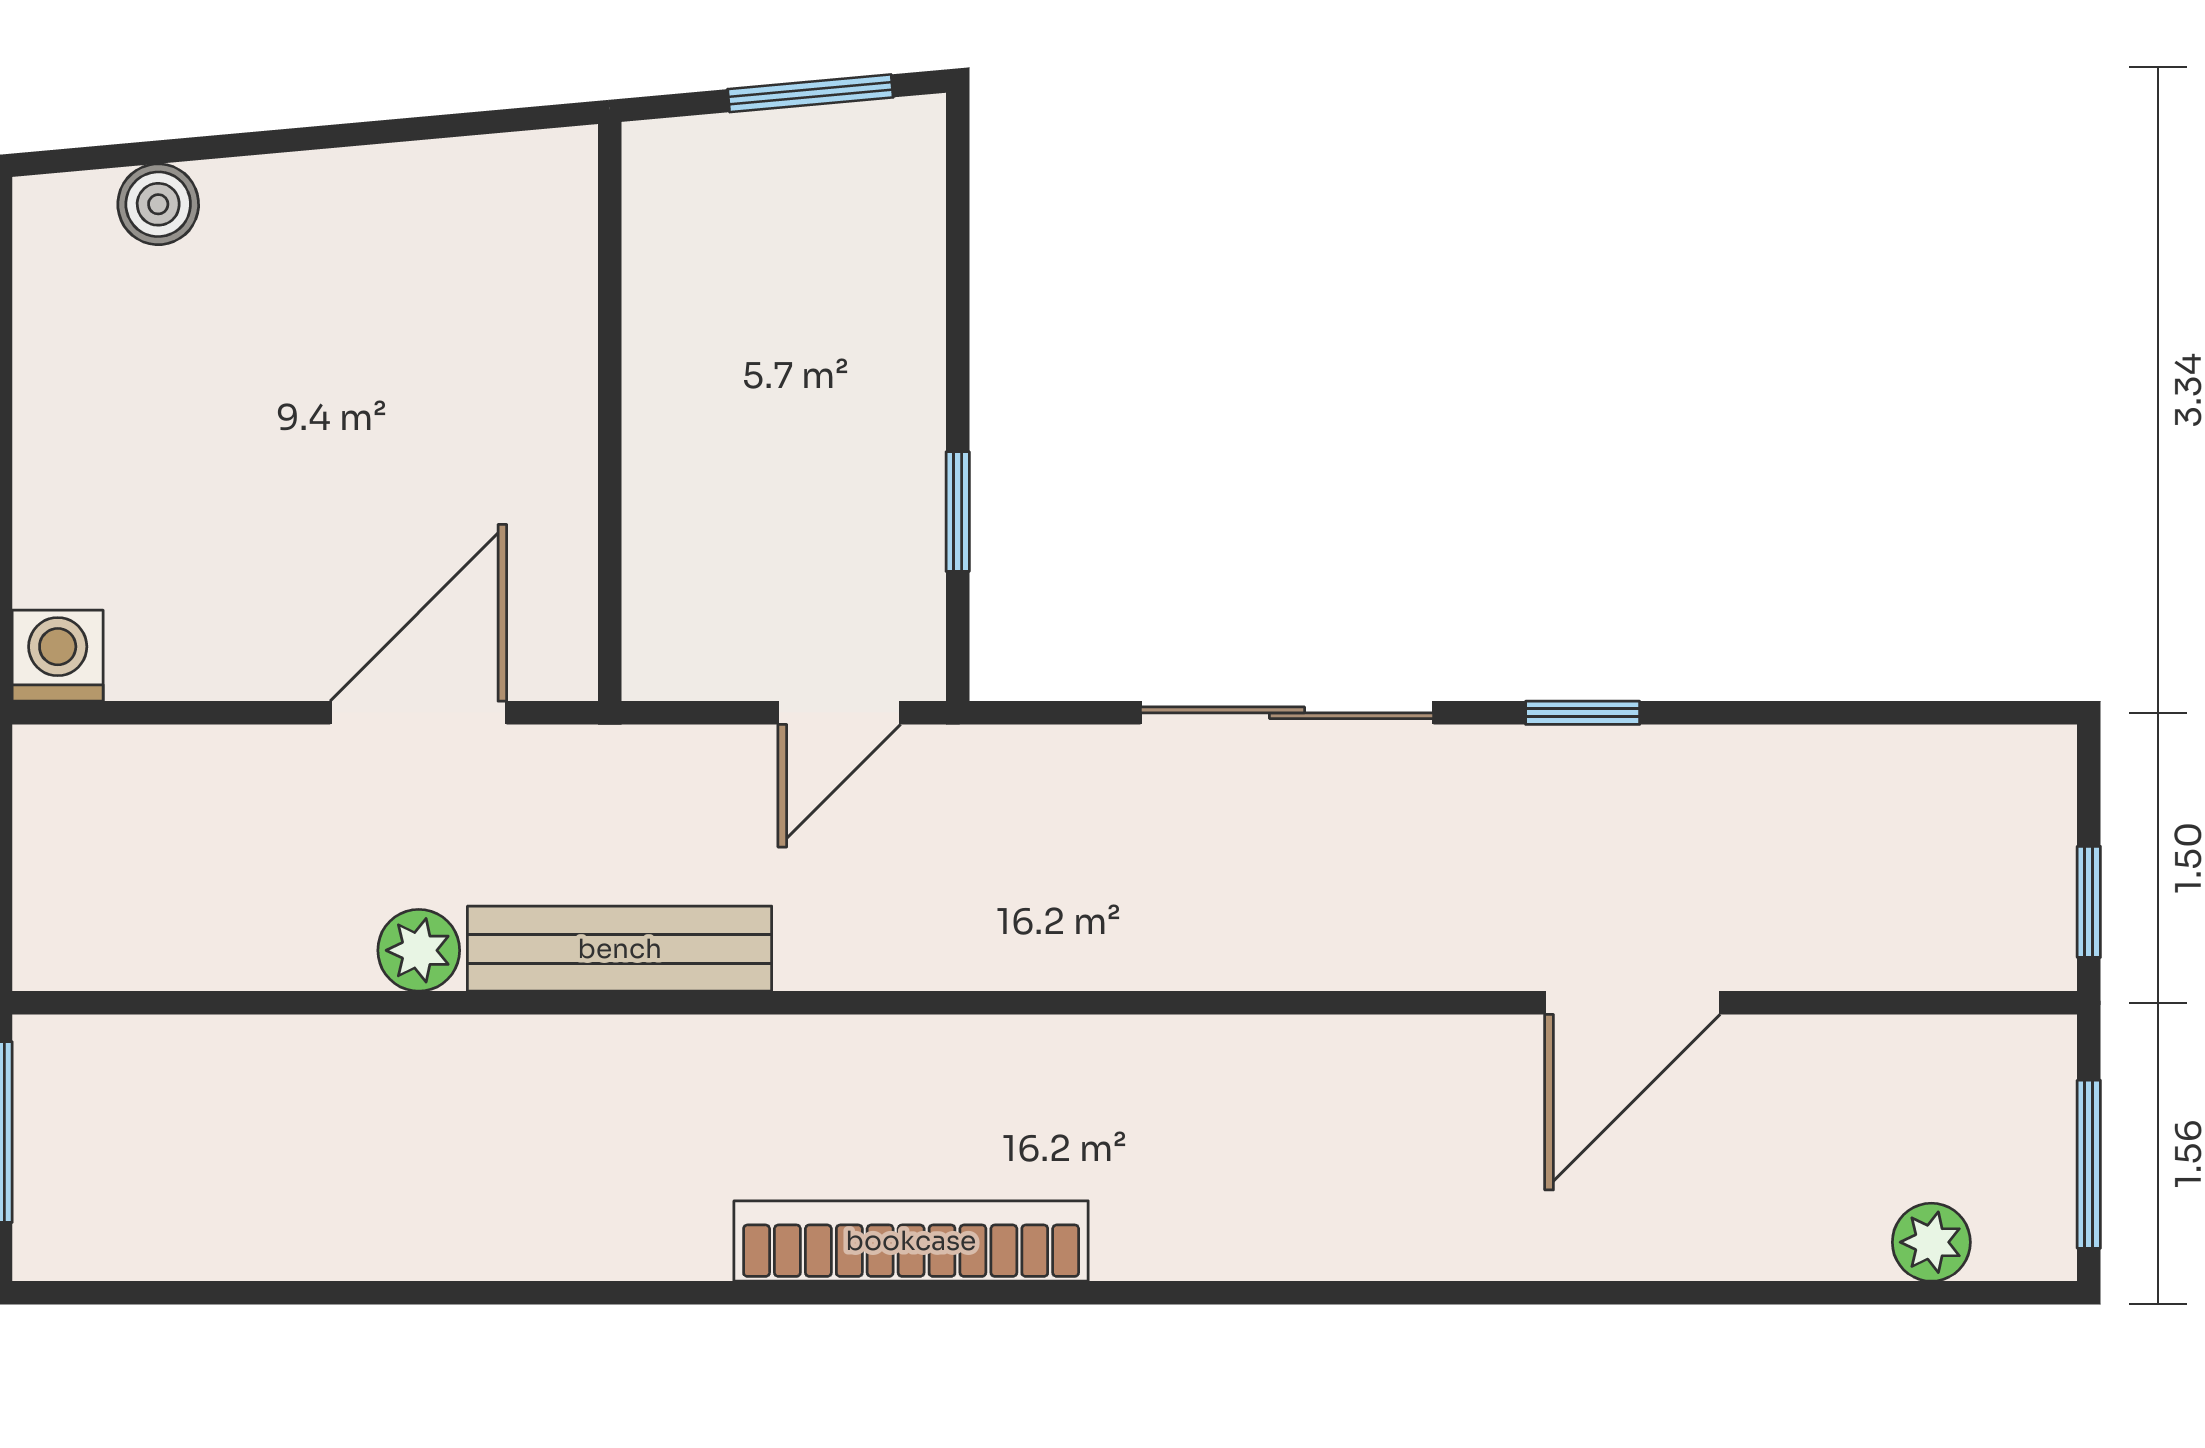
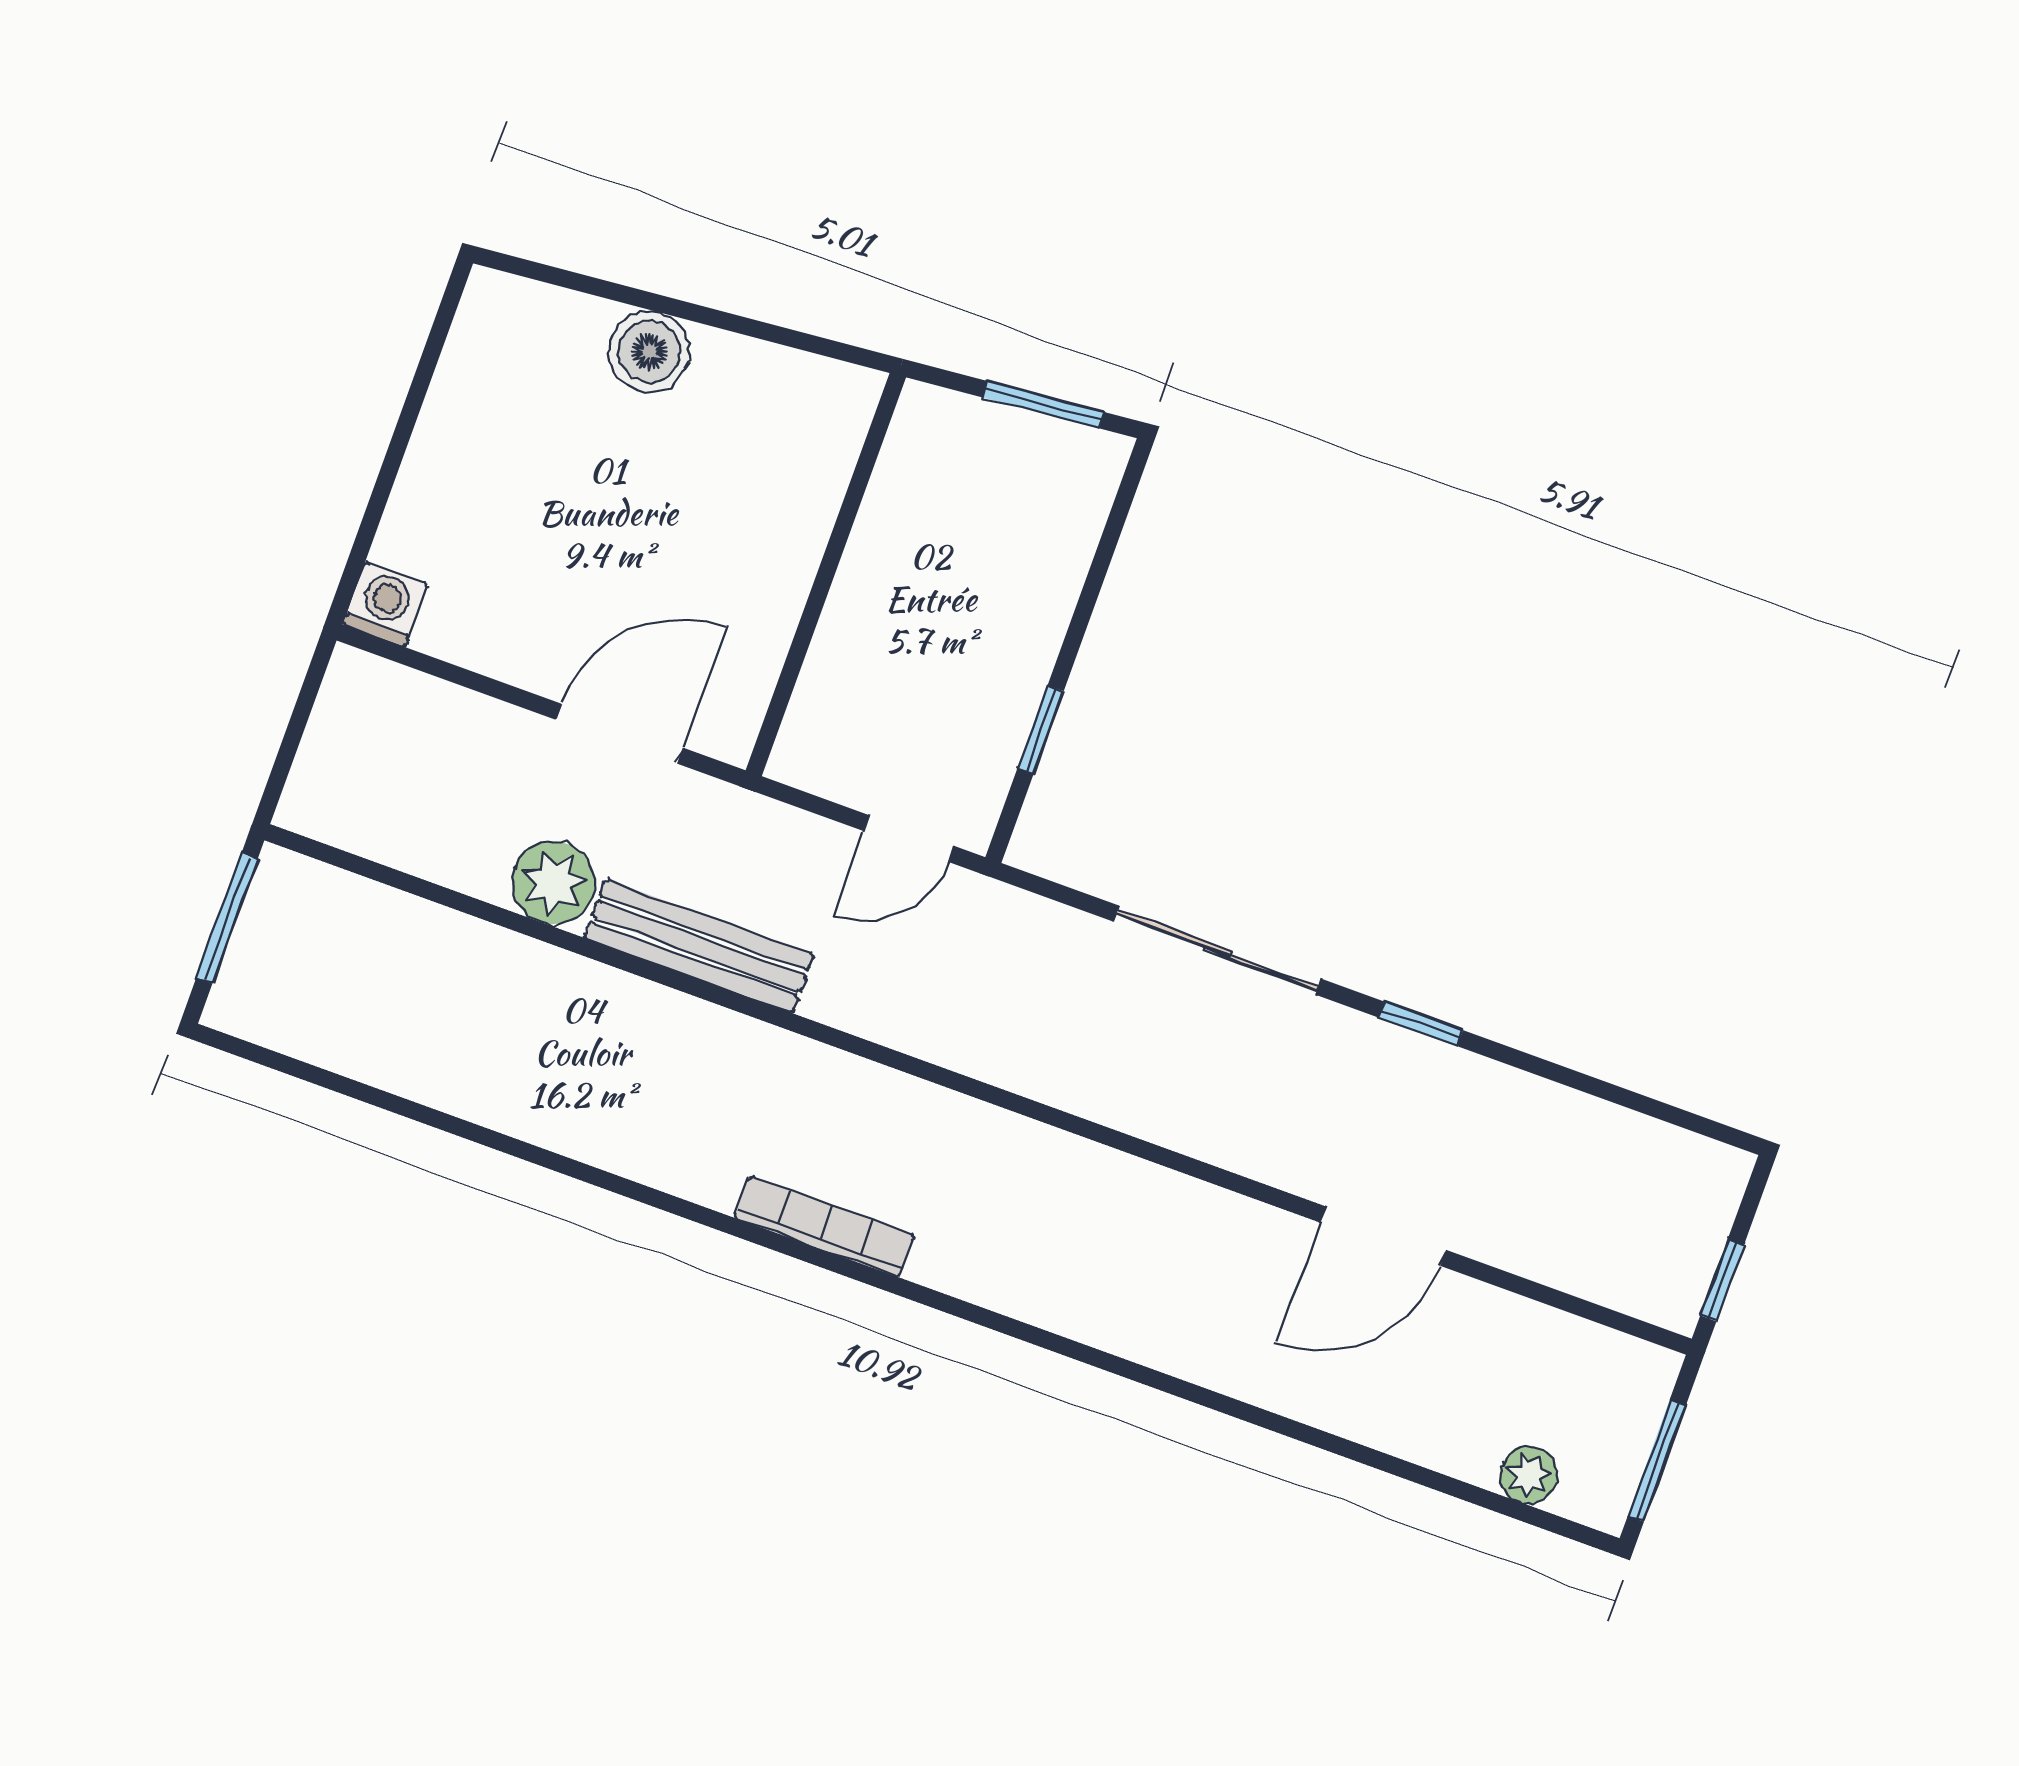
boiler: (158, 204) -> (649, 351), moved, width x1.36, depth x1.36
plant: (419, 950) -> (553, 883), width x1.38, depth x1.38
bookcase: (911, 1241) -> (824, 1227), width x0.68, depth x0.76

